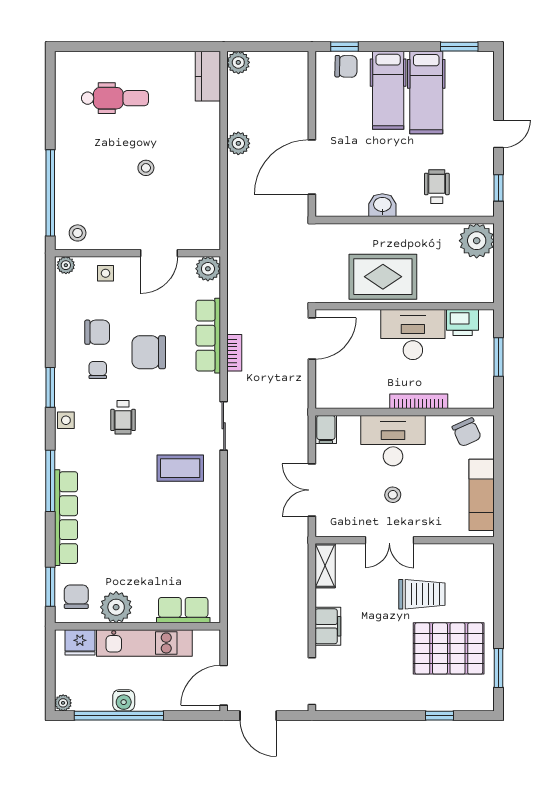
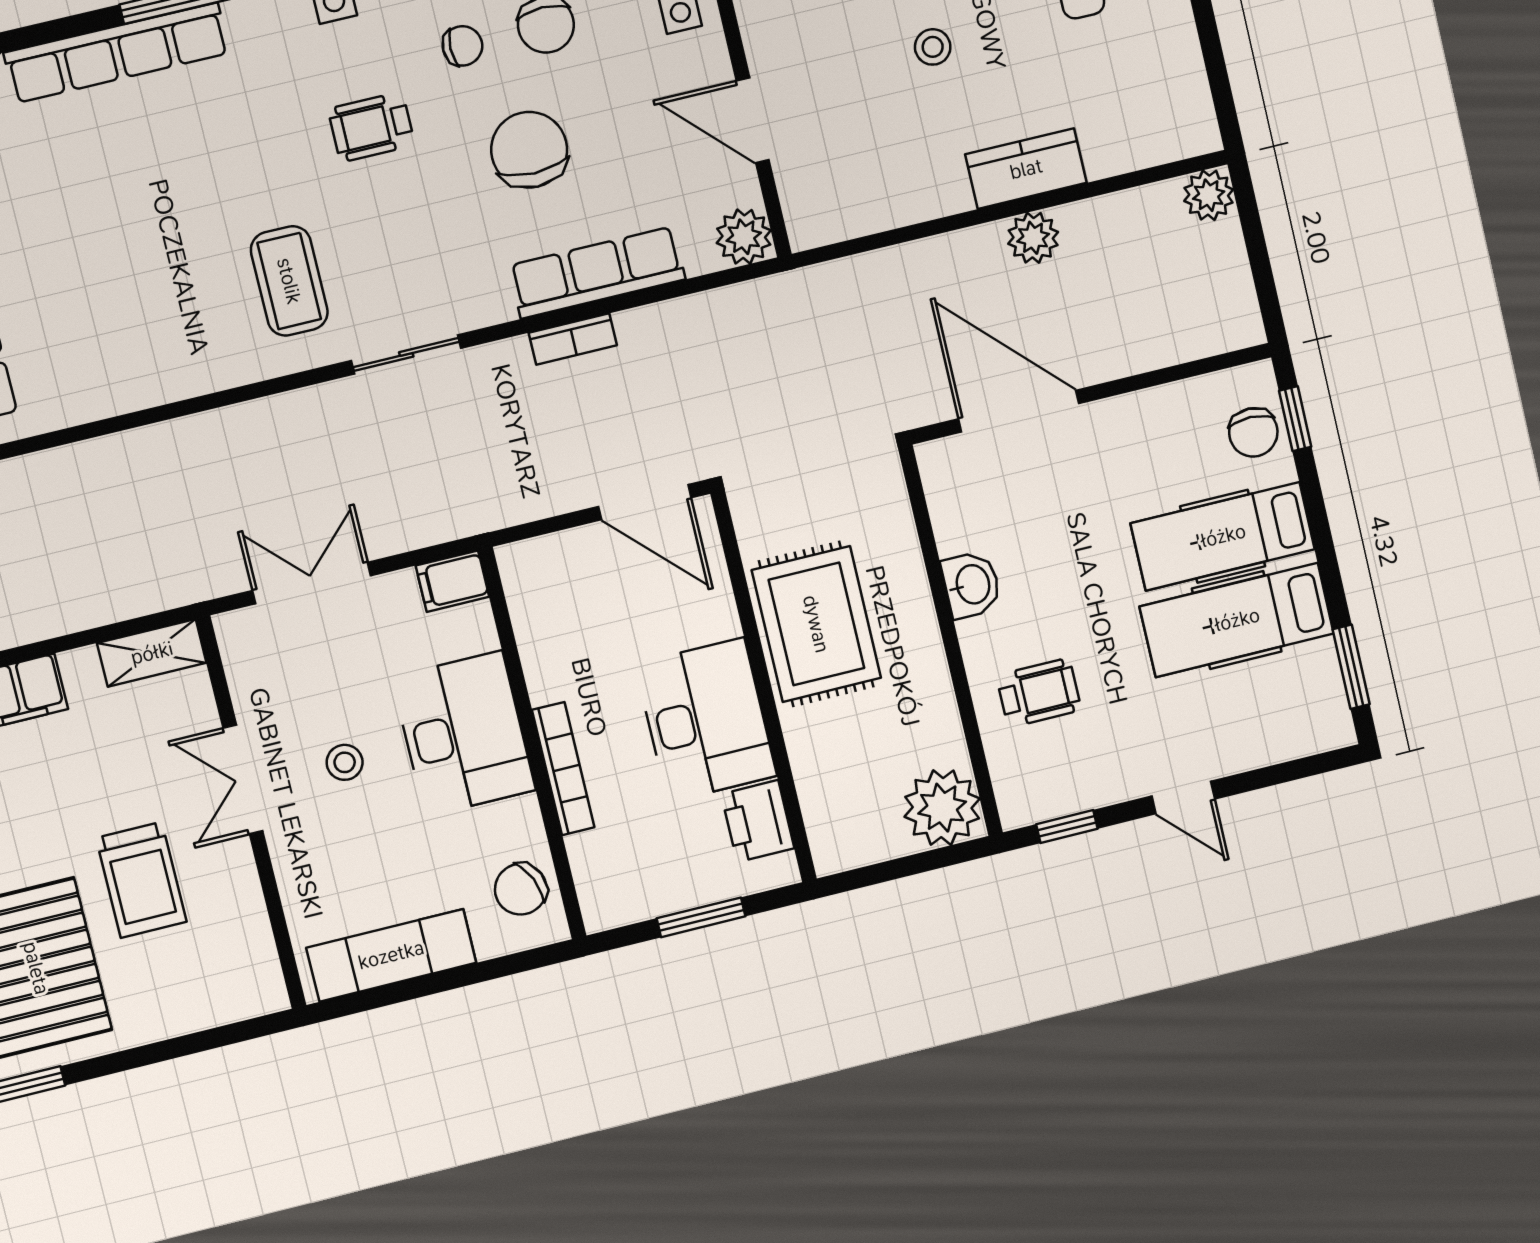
kitchen counter: (208, 76) -> (1026, 169), moved

